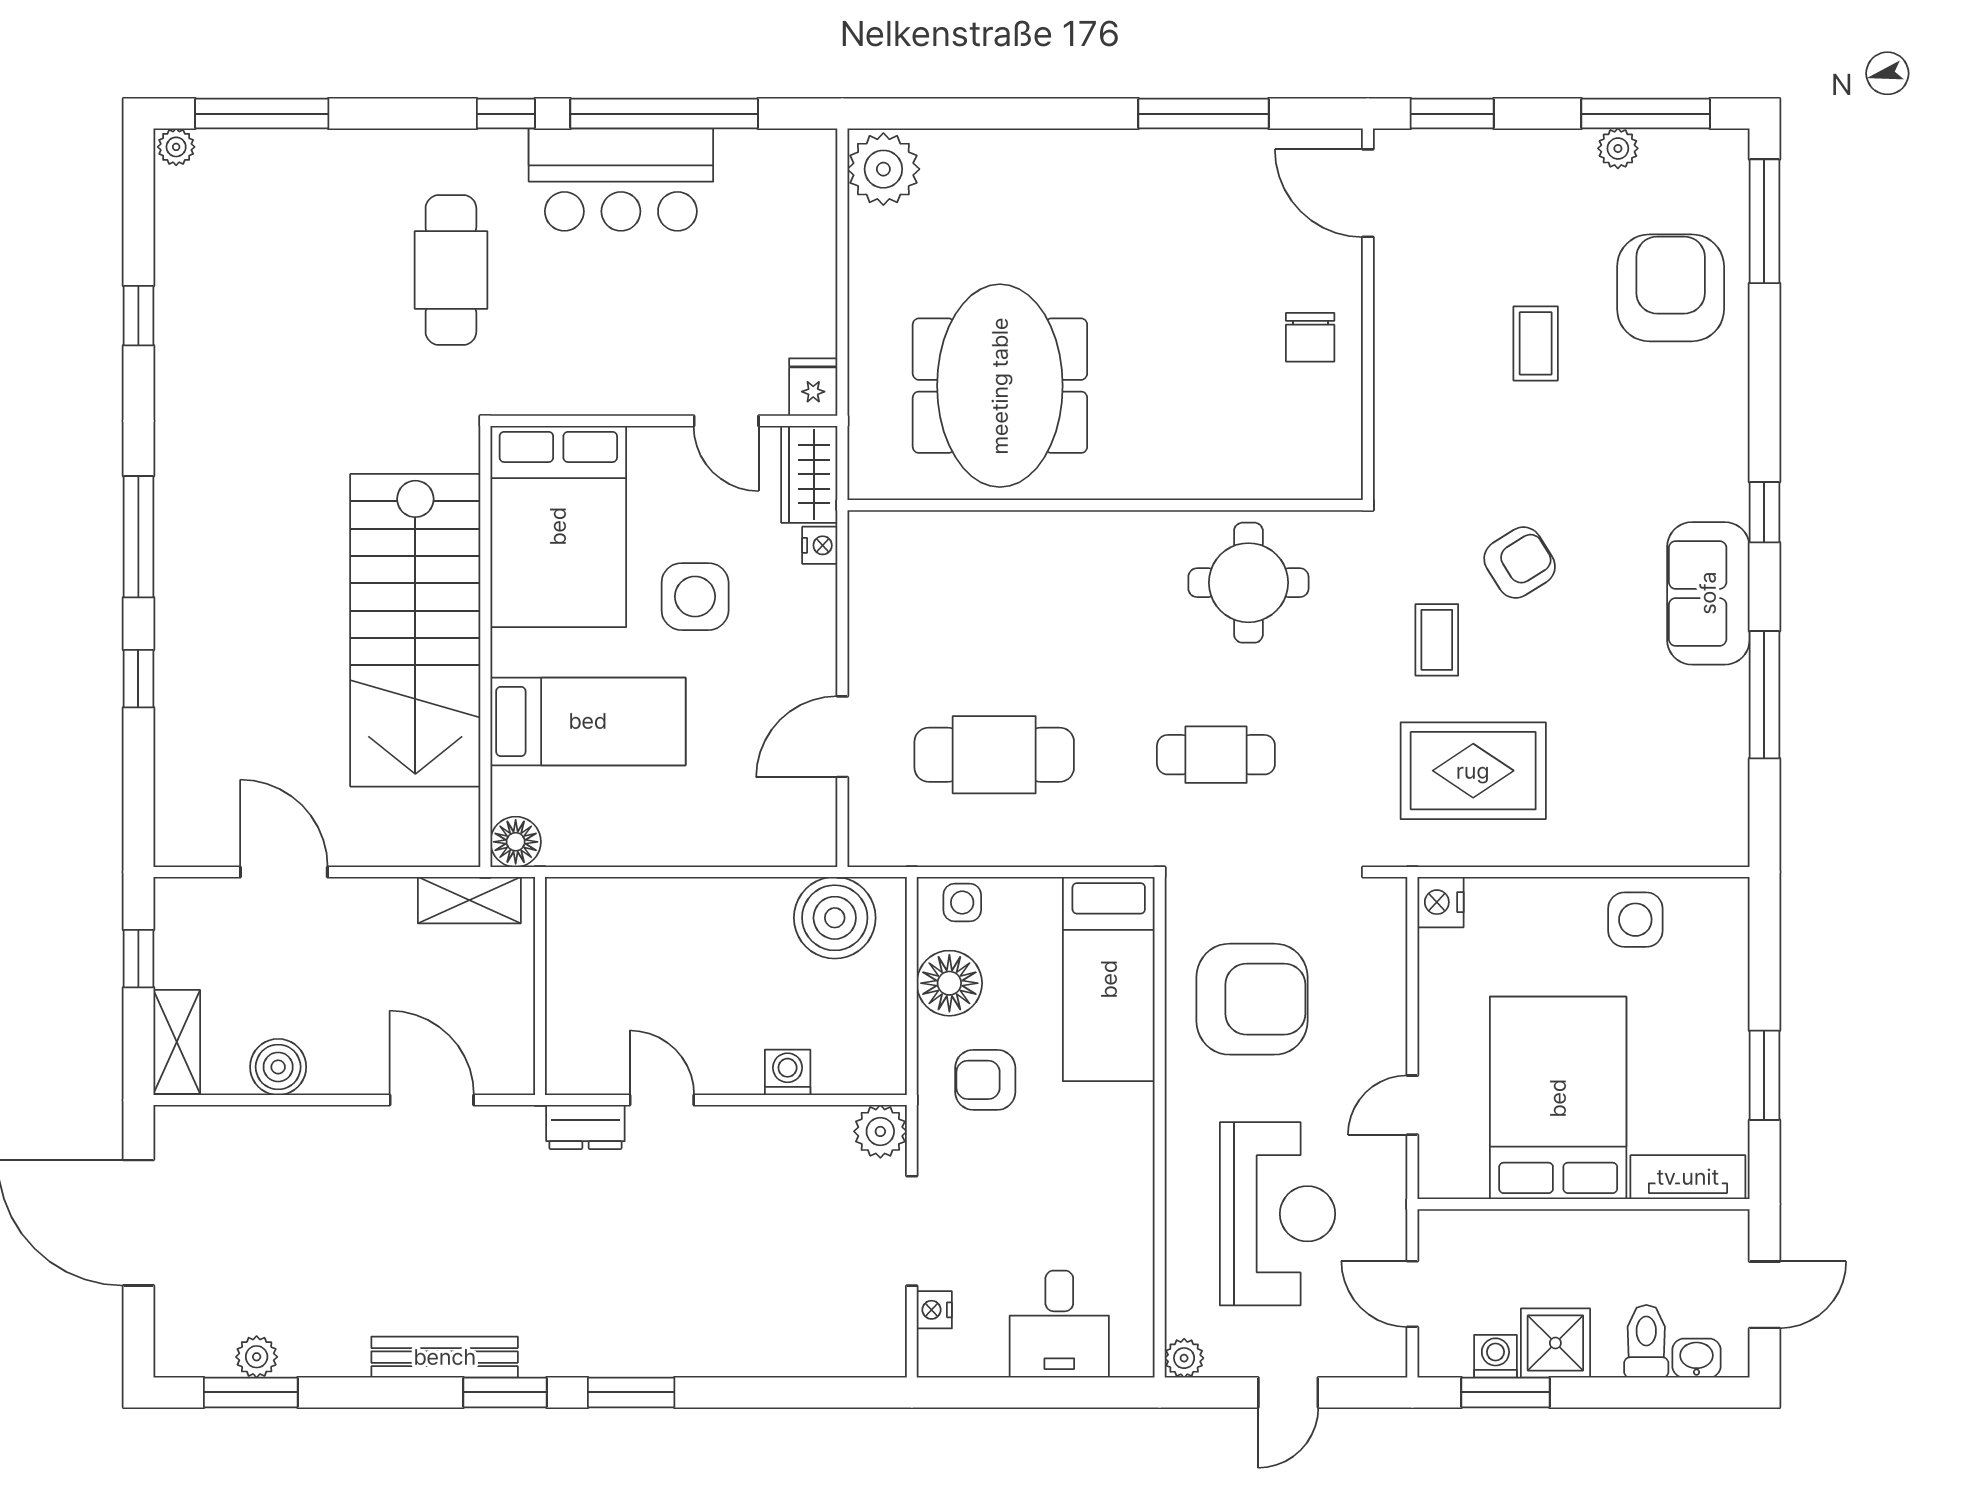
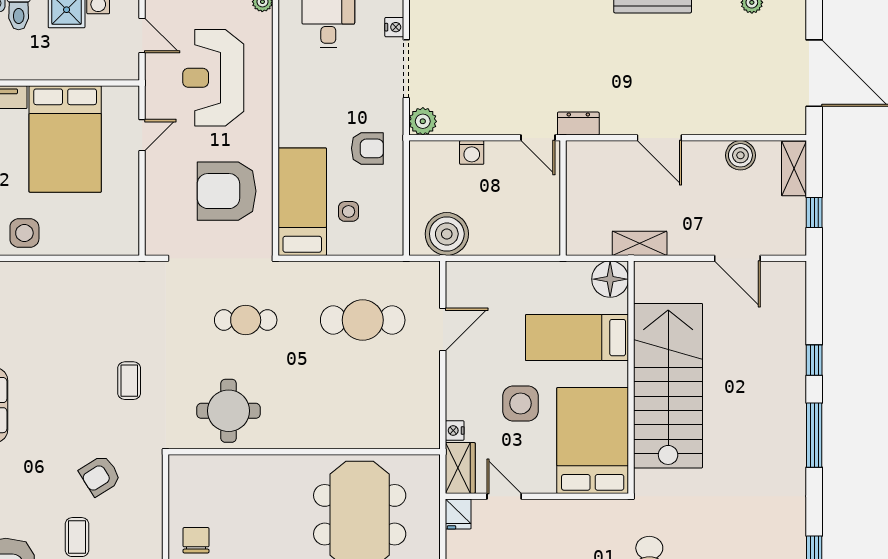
armchair: (1520, 563) -> (100, 476), moved
rug: (1473, 771) -> (110, 312), removed
floor lamp: (516, 842) -> (610, 279), width x1.38, depth x1.38
side table: (962, 902) -> (349, 211), moved
nightstand: (1441, 902) -> (127, 242), removed
floor lamp: (949, 983) -> (386, 199), removed
wall: (540, 986) -> (563, 198), moved

